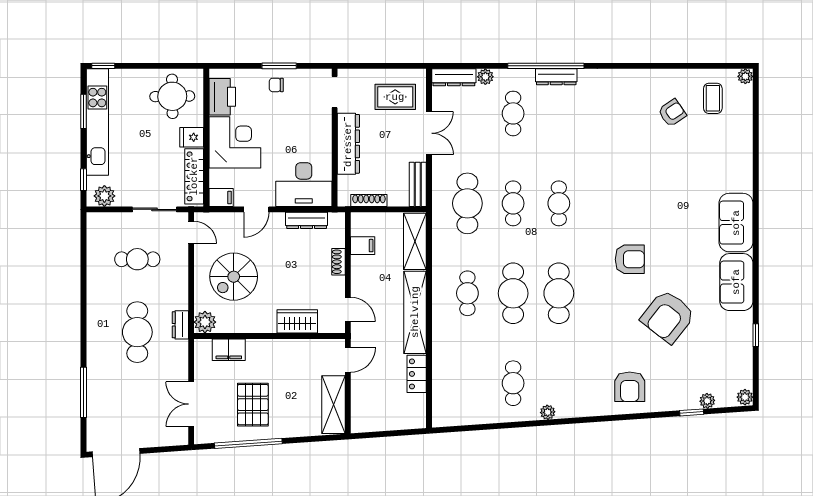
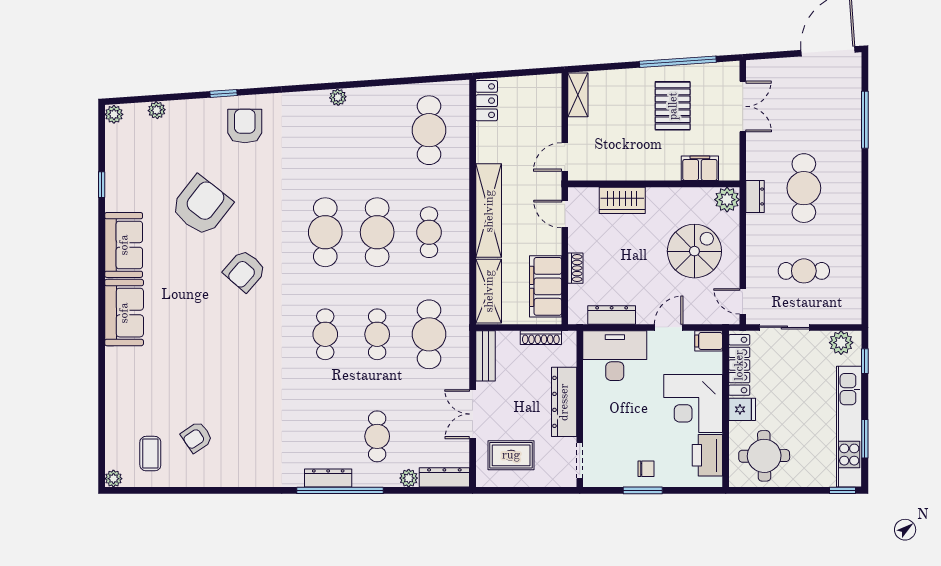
filing cabinet: (363, 246) -> (546, 286), width x3.00, depth x1.17
armchair: (630, 259) -> (245, 271), turned -49
locker: (417, 374) -> (487, 101), moved
cafe table: (513, 383) -> (429, 130), moved, width x1.37, depth x1.35
shelving: (333, 405) -> (578, 95), width x0.67, depth x0.75
window: (692, 412) -> (224, 93), moved

